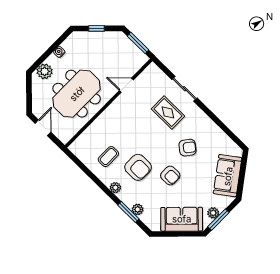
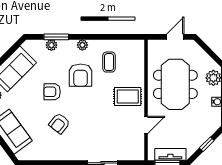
tv unit: (130, 47) -> (170, 154), added
rug: (168, 112) -> (128, 96), moved
door: (43, 128) -> (175, 37), swing flipped
armchair: (138, 167) -> (81, 75), turned -90

